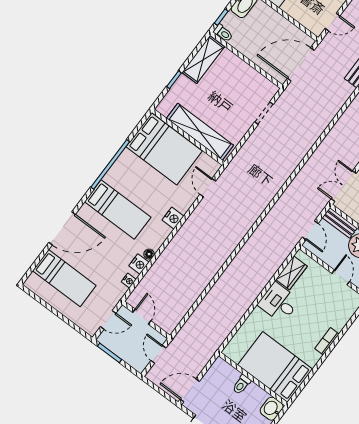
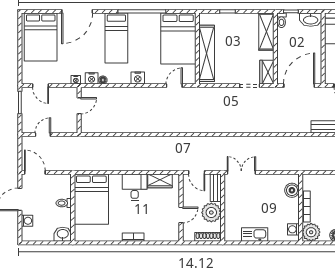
shelving: (203, 60) -> (266, 32), moved, turned 90
door: (301, 64) -> (299, 86), hinge flipped
wardrobe: (263, 86) -> (267, 72), added
door: (62, 228) -> (77, 11), hinge flipped
door: (310, 230) -> (197, 172), hinge flipped
bed: (64, 278) -> (41, 37), width x1.50
door: (142, 317) -> (79, 106), moved
wall: (146, 320) -> (79, 110), moved
bed: (275, 367) -> (91, 199), moved, turned 180

